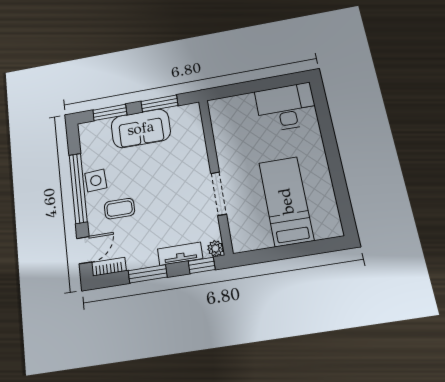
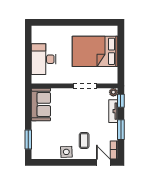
window: (159, 103) -> (28, 111), removed
desk: (286, 107) -> (44, 59), moved
sofa: (141, 128) -> (41, 104), moved
window: (78, 188) -> (69, 162), removed
bed: (286, 201) -> (95, 51), width x1.50

